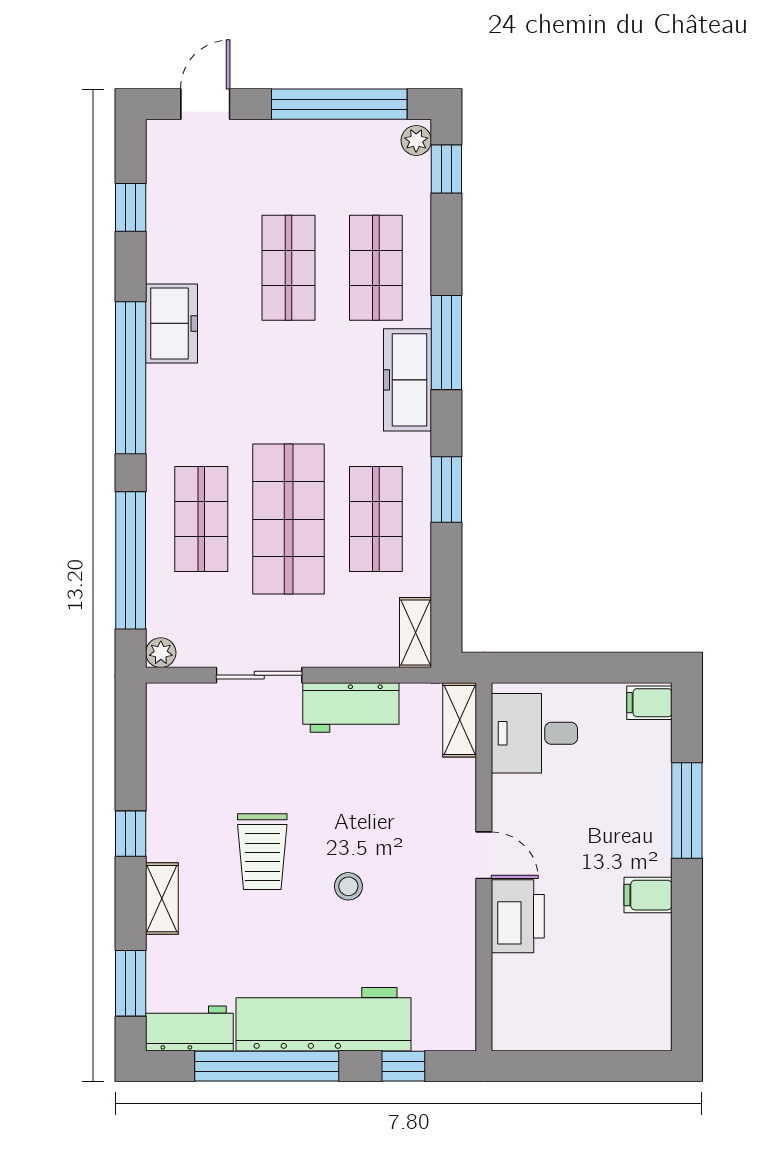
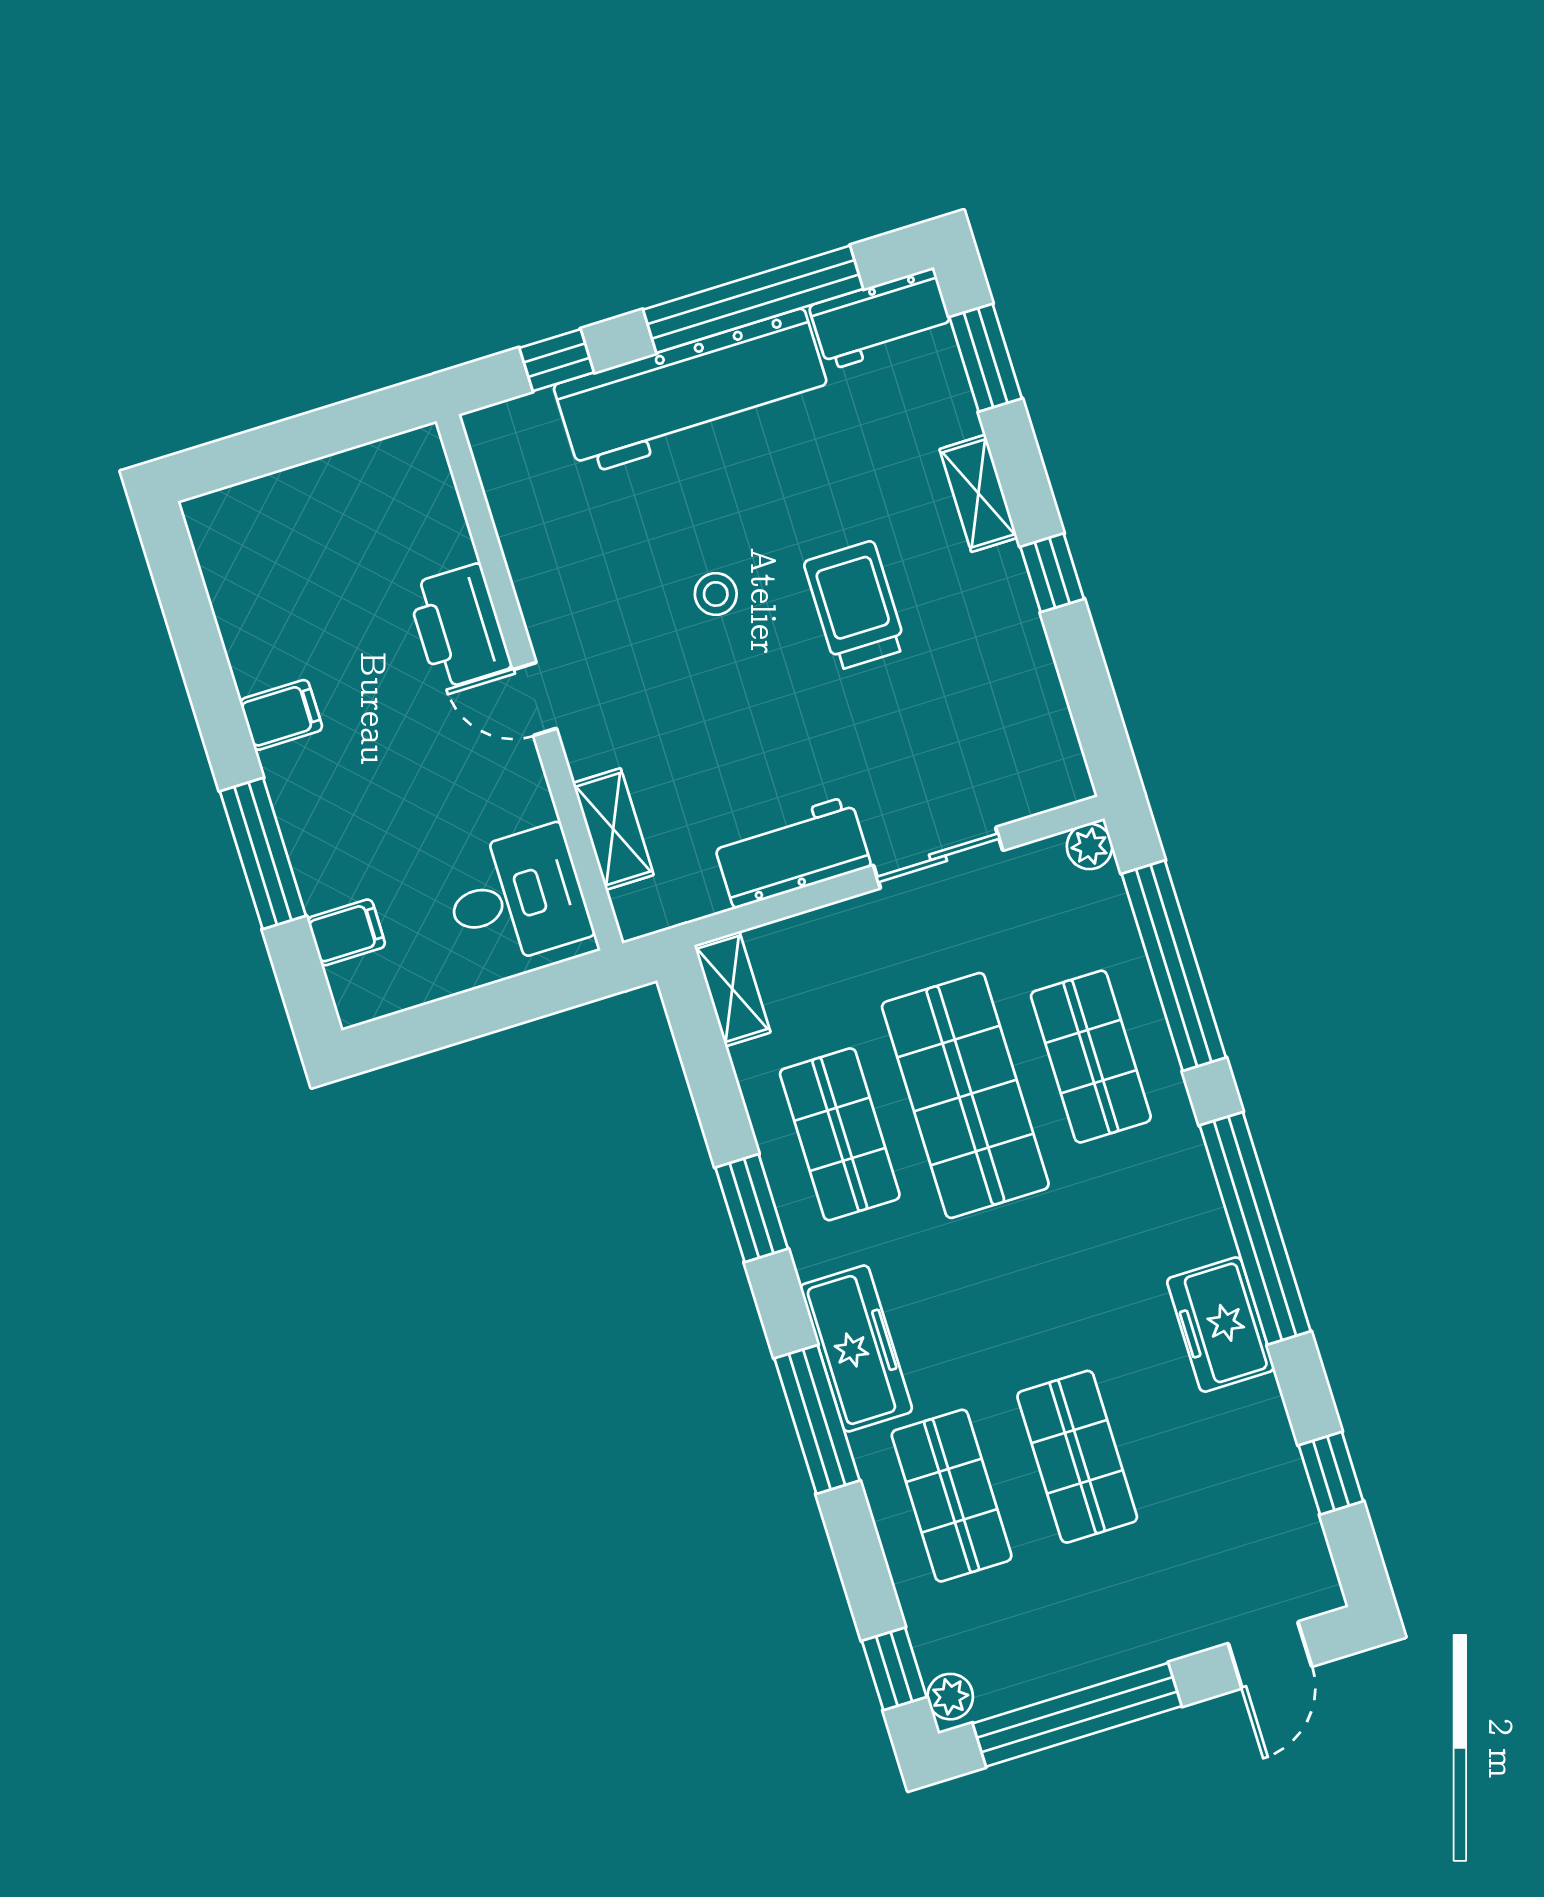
filing cabinet: (649, 703) -> (346, 932), moved
shelving: (460, 720) -> (613, 829), moved

